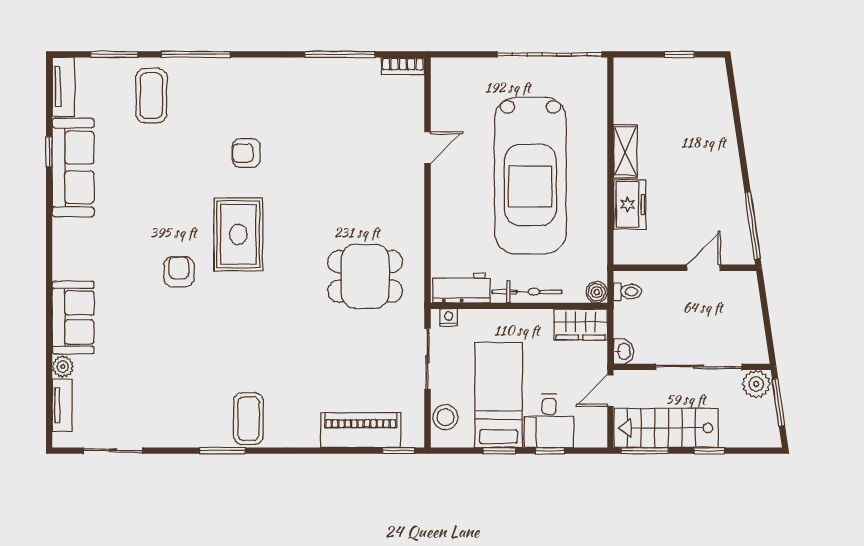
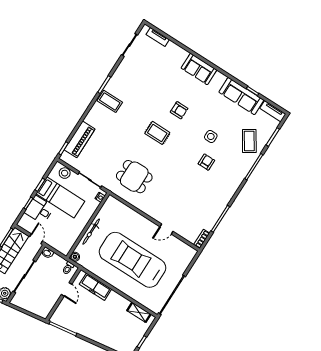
coffee table: (151, 96) -> (249, 141), turned 57
door: (428, 148) -> (166, 229), hinge flipped
shelving: (625, 151) -> (139, 312), moved
side table: (191, 177) -> (211, 136), added
freezer: (630, 204) -> (95, 287), width x1.40
rug: (238, 234) -> (157, 133), moved, width x0.73, depth x0.70
door: (704, 268) -> (67, 289), moved
dining table: (365, 276) -> (134, 177), turned 90
workbench: (461, 288) -> (108, 209), removed
sofa: (73, 318) -> (199, 69), moved
wardrobe: (581, 324) -> (67, 243), removed
plant: (63, 367) -> (172, 46), removed

